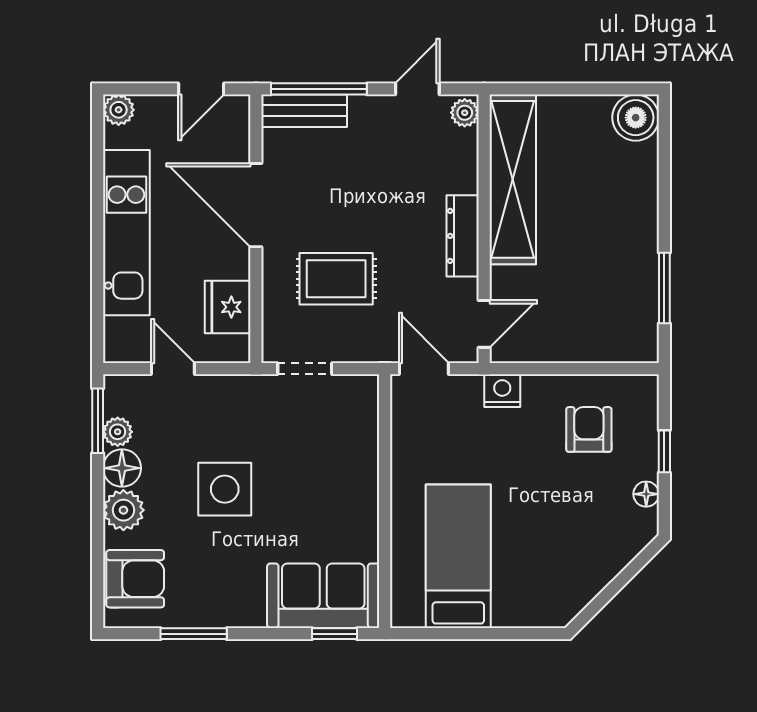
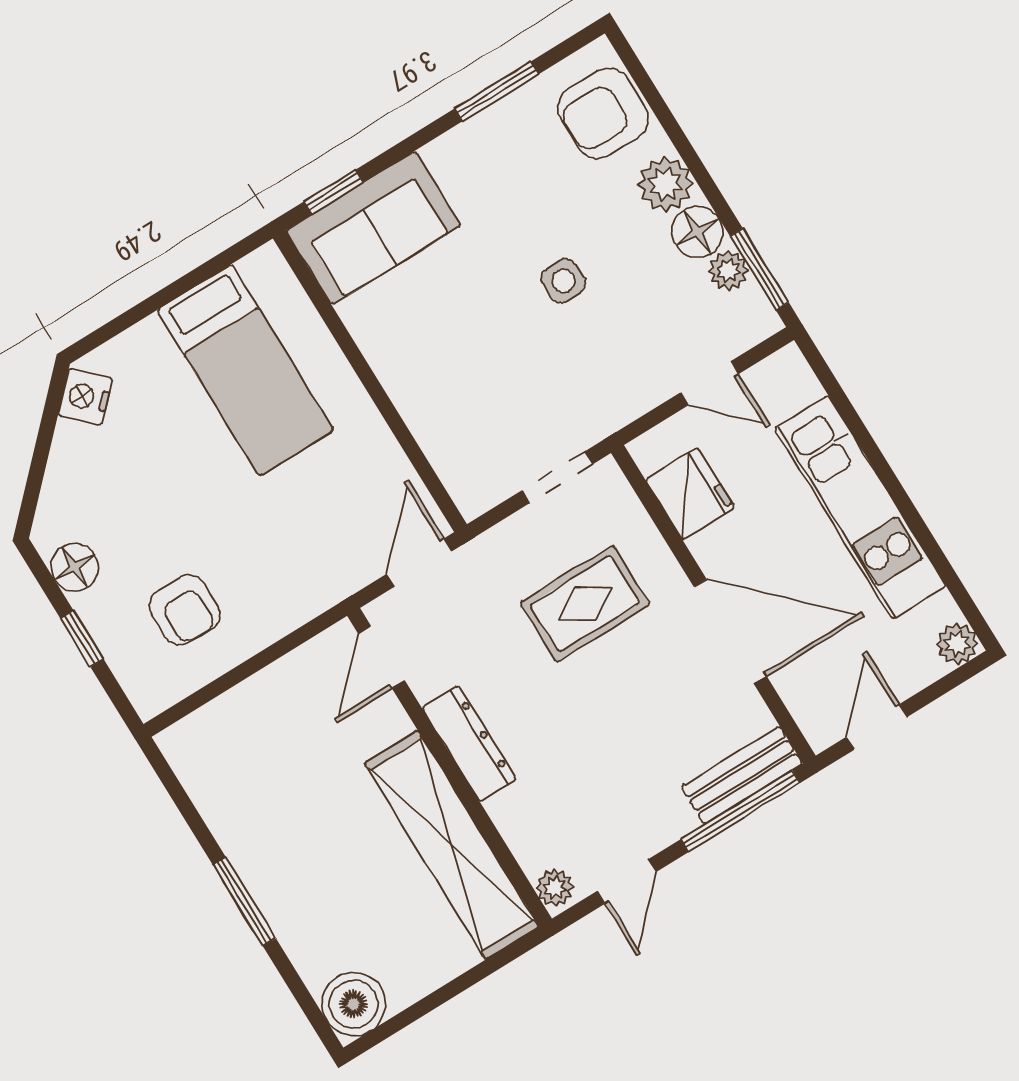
window: (664, 288) -> (244, 902), moved
door: (424, 369) -> (419, 563), swing flipped
nightstand: (502, 391) -> (85, 397), moved, turned 135
side table: (225, 489) -> (563, 281), width x0.54, depth x0.54
floor lamp: (646, 494) -> (75, 567), width x1.37, depth x1.37

